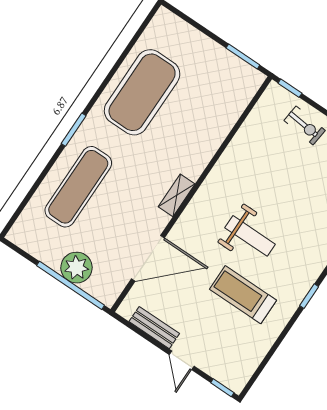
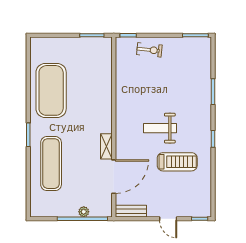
shelving: (177, 195) -> (106, 146), moved
weight bench: (250, 236) -> (160, 128), turned 180
plant: (76, 268) -> (84, 212), width x0.53, depth x0.53
treadmill: (243, 295) -> (177, 162), turned 180
bench: (154, 328) -> (131, 211), moved

